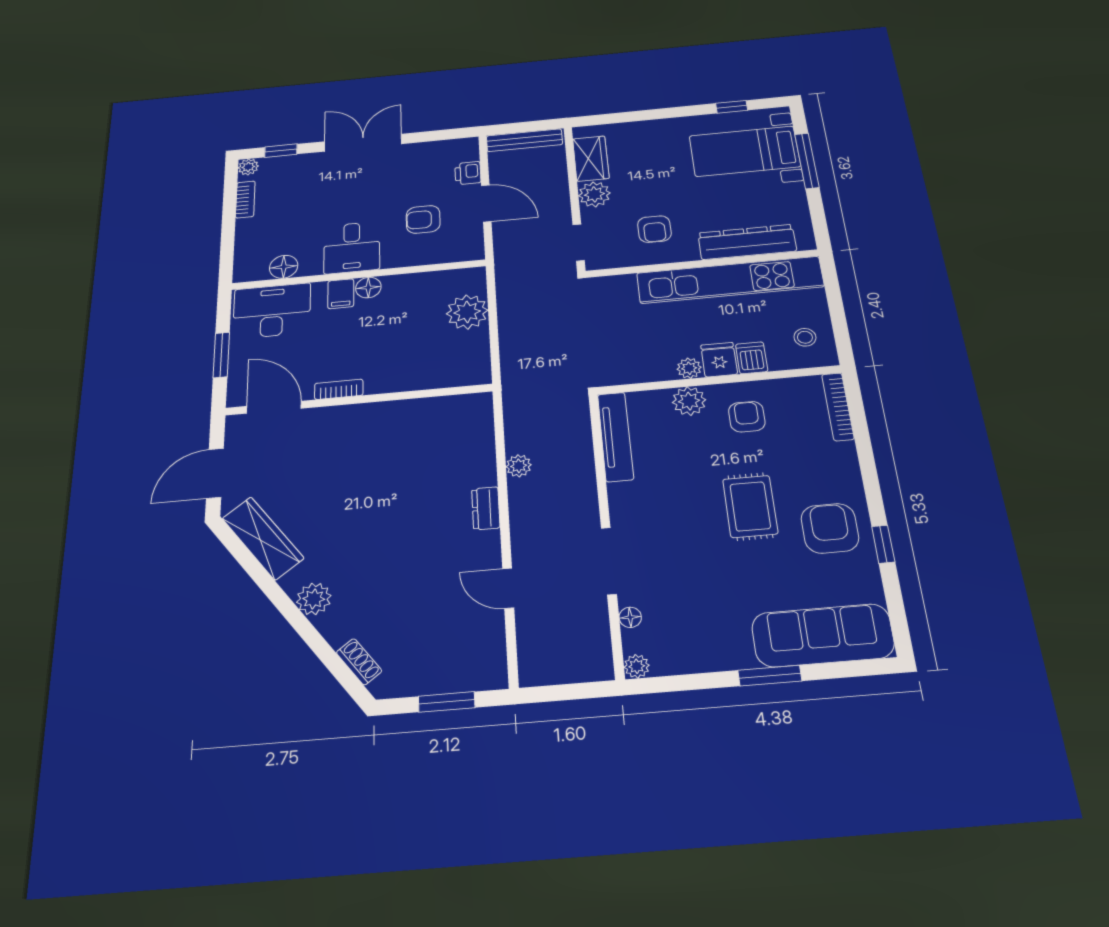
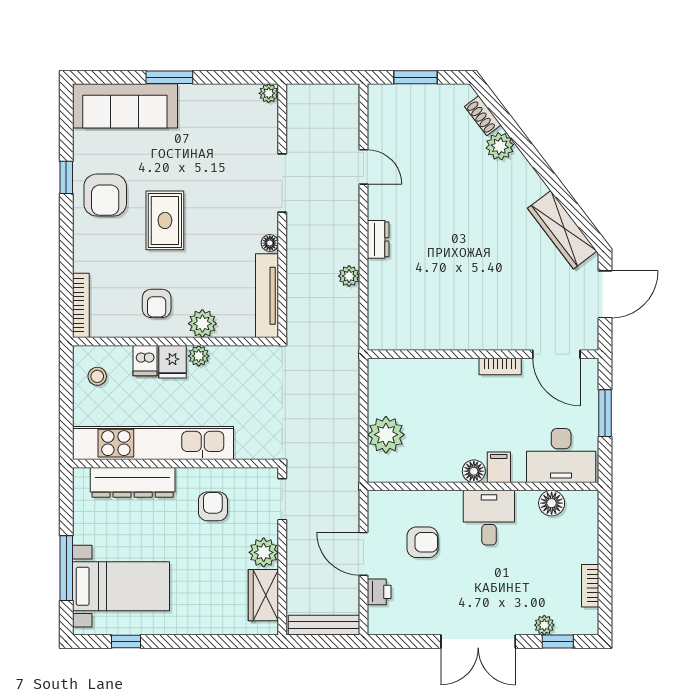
plant: (248, 167) -> (544, 625), moved
plant: (314, 599) -> (500, 146), moved
floor lamp: (630, 617) -> (270, 243), moved

